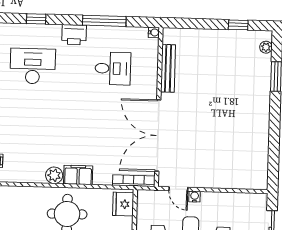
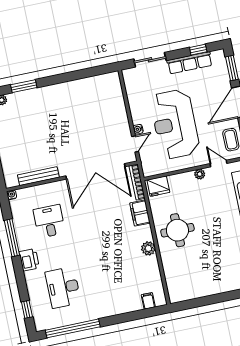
window: (36, 19) -> (27, 309), moved
filing cabinet: (78, 175) -> (140, 213), moved

